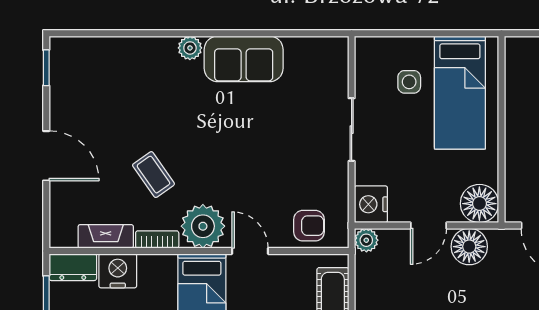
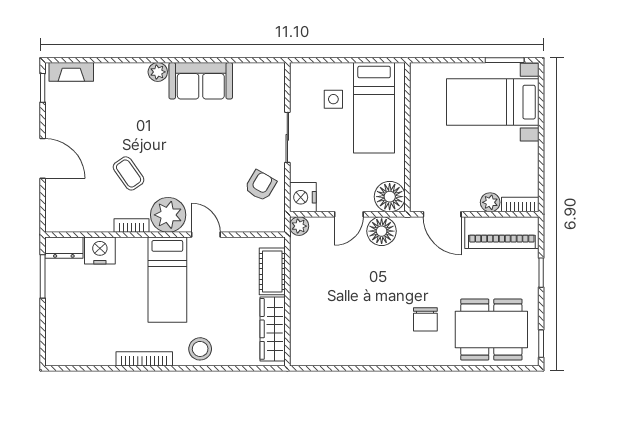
armchair: (309, 226) -> (261, 186), moved, turned -60
fireplace: (106, 236) -> (71, 72), moved, turned 180

